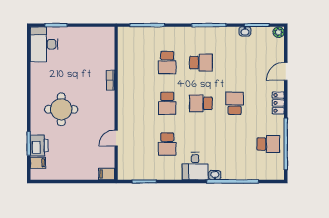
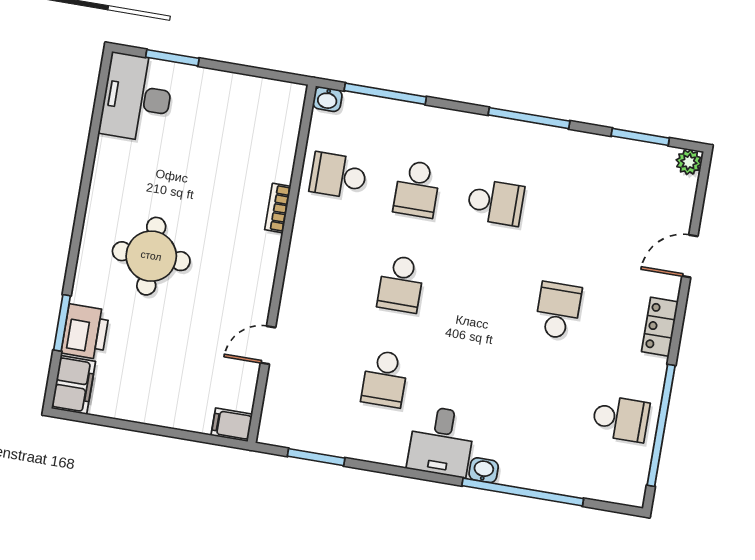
washbasin: (245, 31) -> (327, 99), moved
school desk: (201, 103) -> (338, 176), moved
filing cabinet: (38, 163) -> (73, 385), width x2.00

